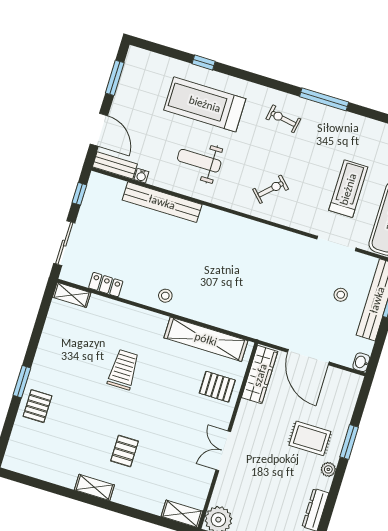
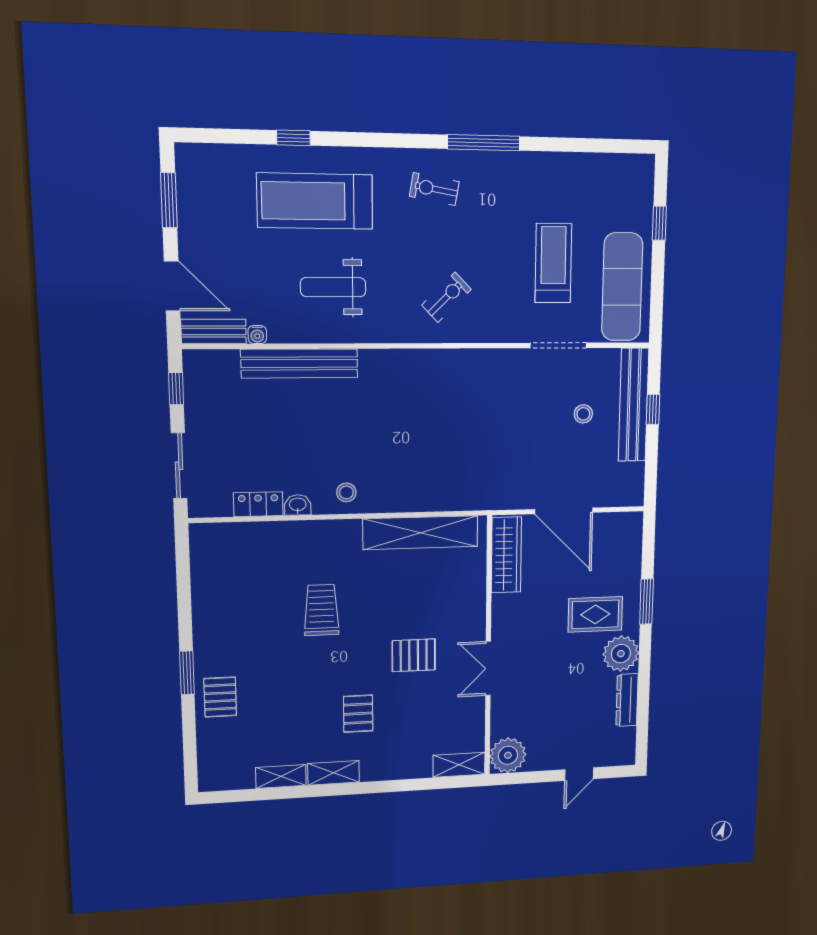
shelving: (72, 295) -> (281, 776), moved
washbasin: (361, 362) -> (298, 505), moved, turned 90
pallet: (217, 387) -> (414, 655), moved
plant: (328, 469) -> (621, 654), width x1.87, depth x1.87

